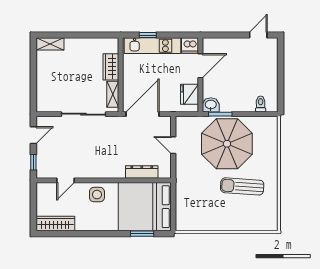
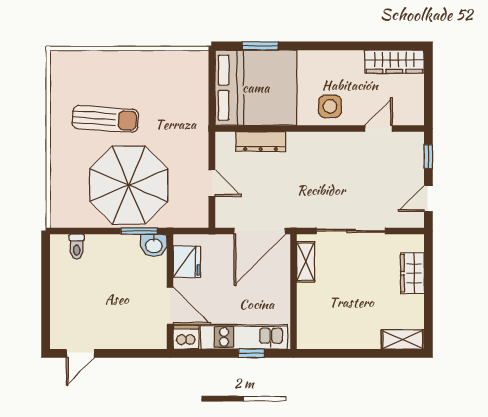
door: (200, 66) -> (170, 306), swing flipped
wardrobe: (111, 67) -> (412, 273), moved, turned 180

